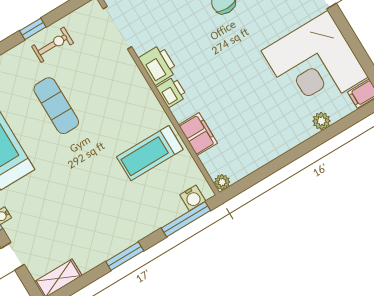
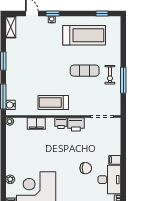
window: (33, 29) -> (123, 80), width x2.17
exercise bike: (53, 45) -> (110, 75), moved
treadmill: (150, 153) -> (53, 103), moved, turned -90

